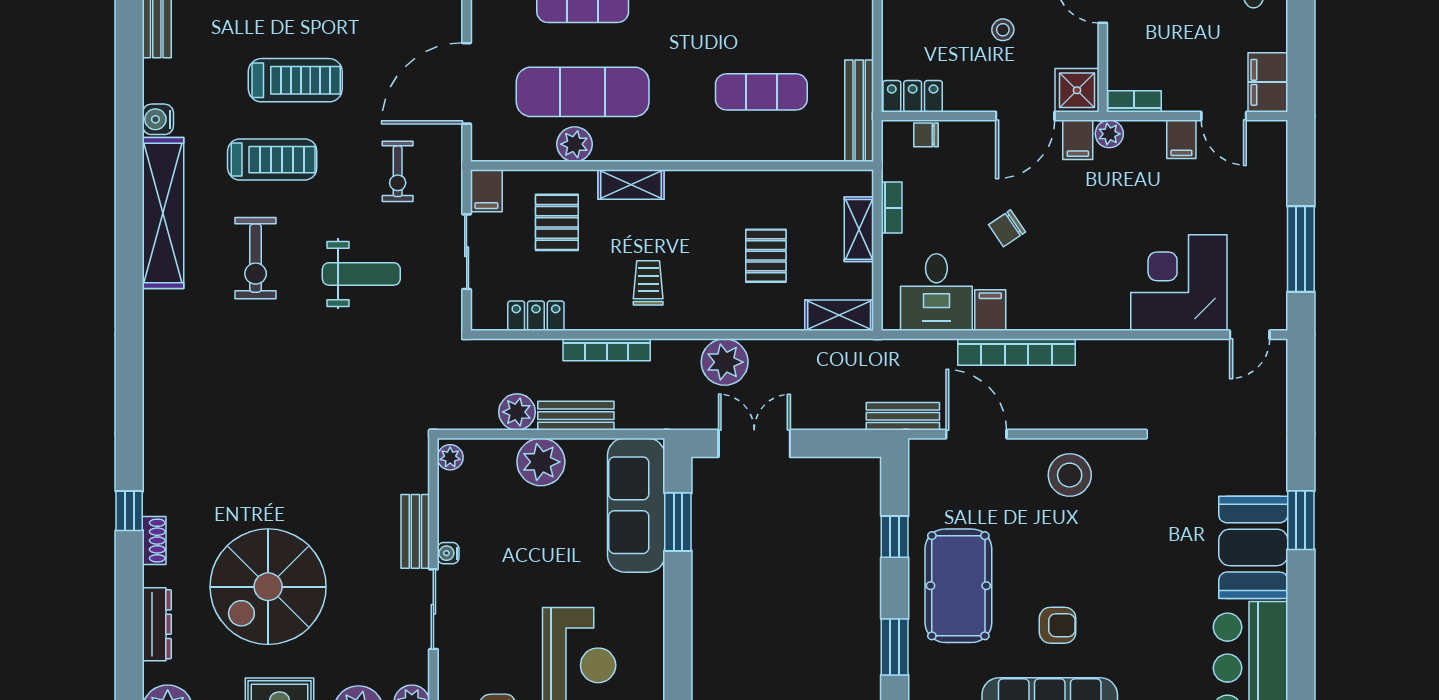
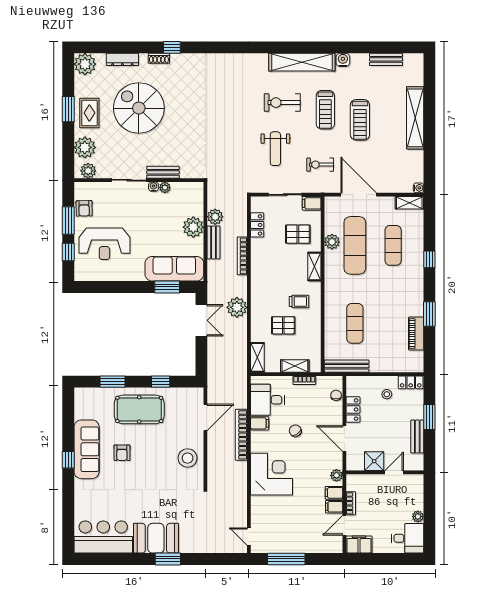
stool: (1003, 30) -> (387, 394), moved
shower: (1077, 90) -> (374, 461), moved
locker: (913, 96) -> (353, 410), moved
bookcase: (1134, 101) -> (351, 503), moved
filing cabinet: (1078, 140) -> (334, 493), moved
trolley: (648, 283) -> (299, 301), moved
corner desk: (1179, 283) -> (272, 474), moved
bench: (903, 416) -> (213, 385), removed
plant: (450, 457) -> (165, 188), moved

